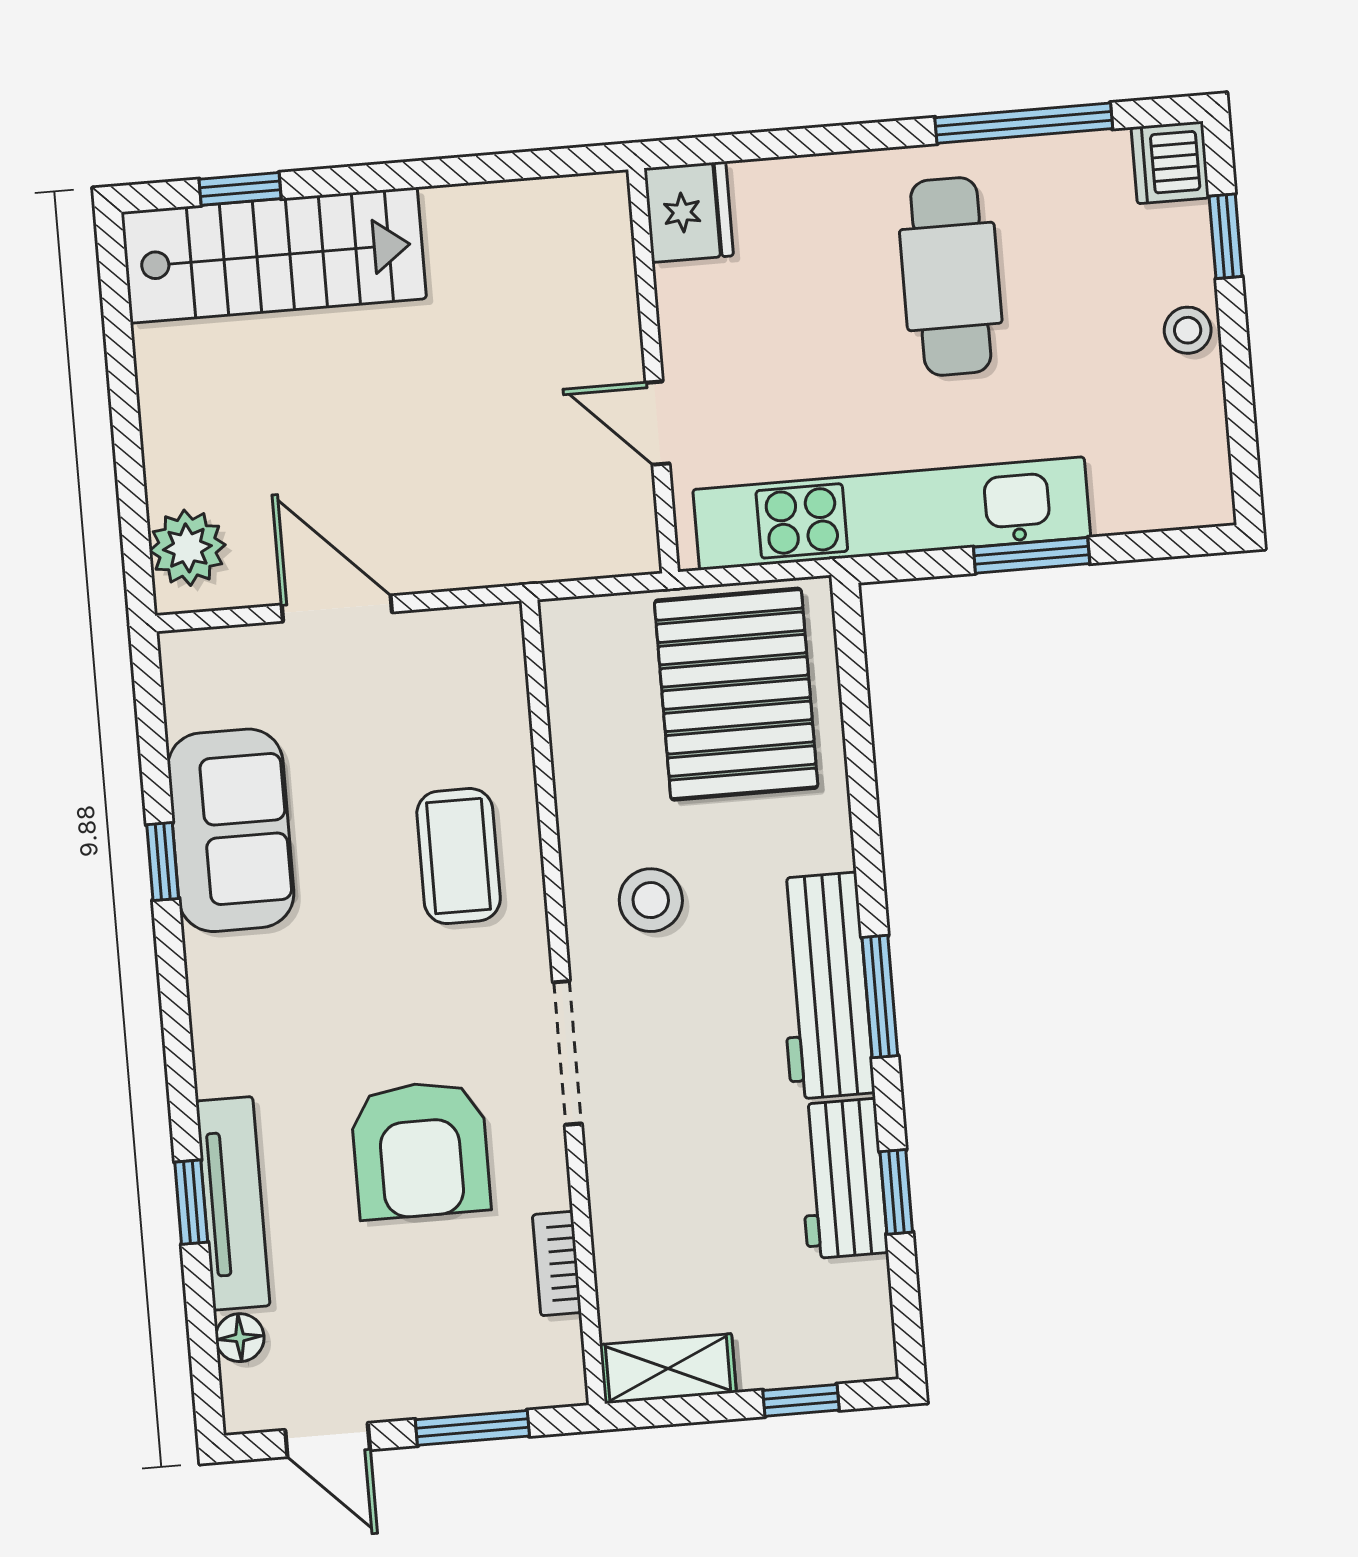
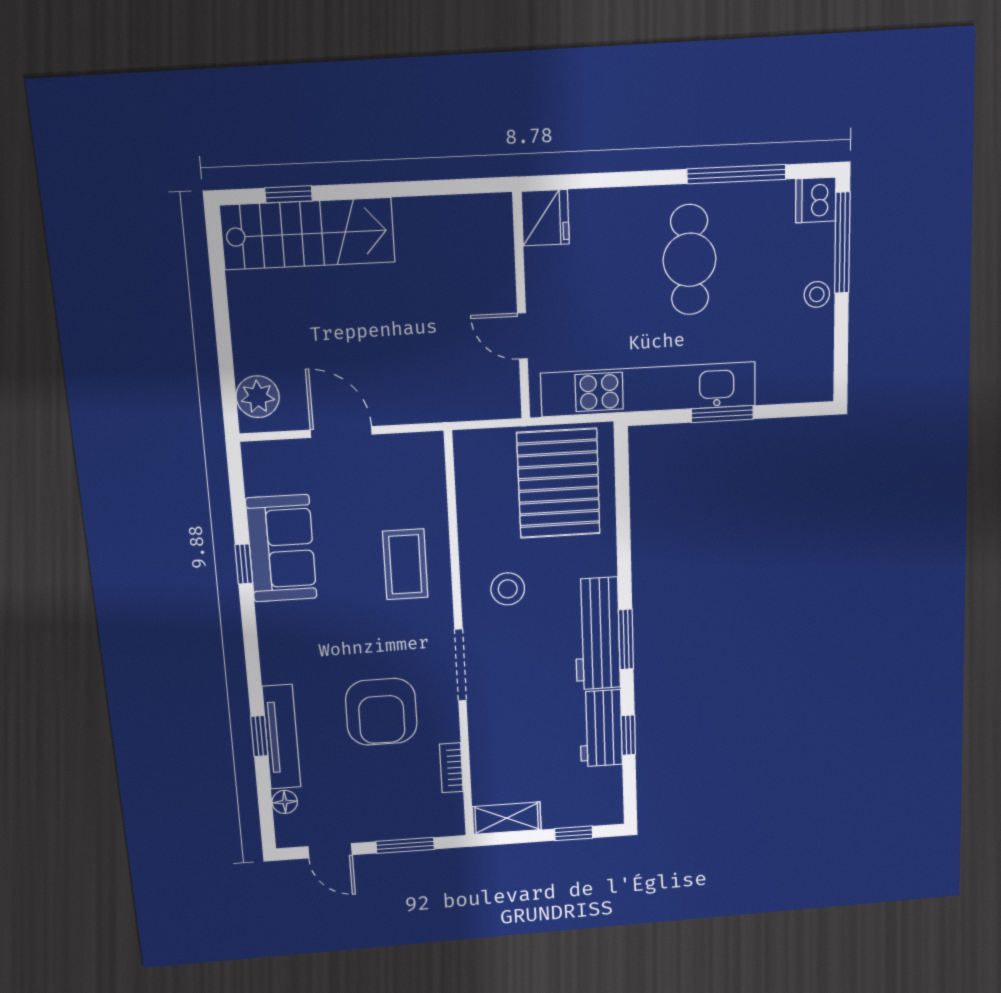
window: (1226, 236) -> (842, 243), width x2.17

